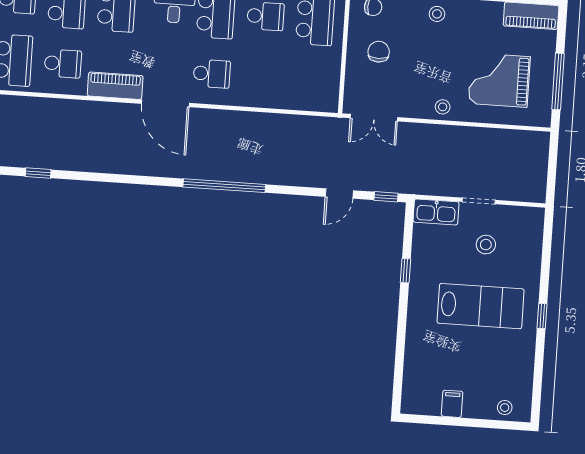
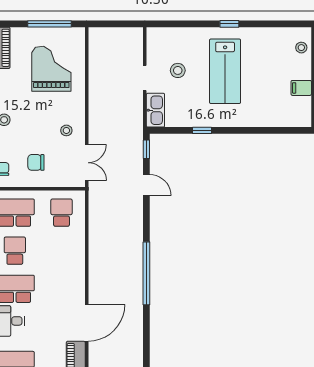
school desk: (212, 74) -> (62, 213), moved
grand piano: (499, 80) -> (51, 69), turned 180
stool: (443, 107) -> (66, 130), moved
lab bench: (481, 306) -> (225, 71), turned 180

